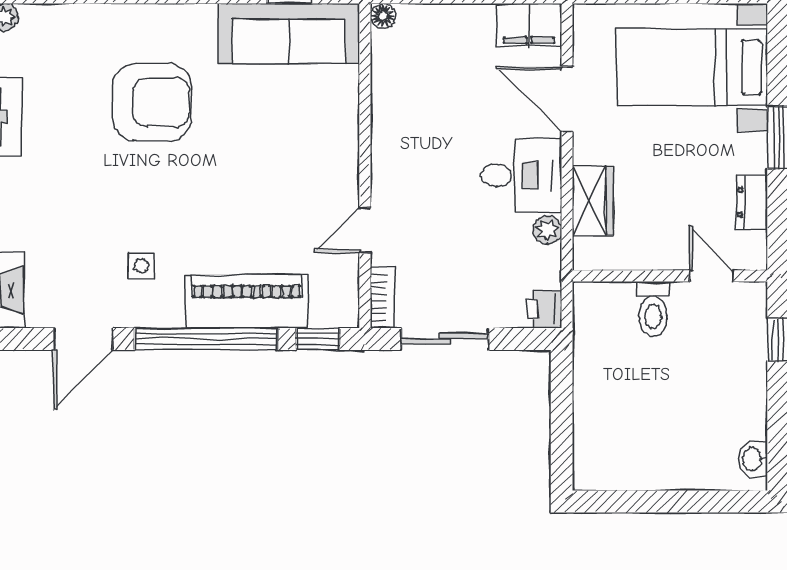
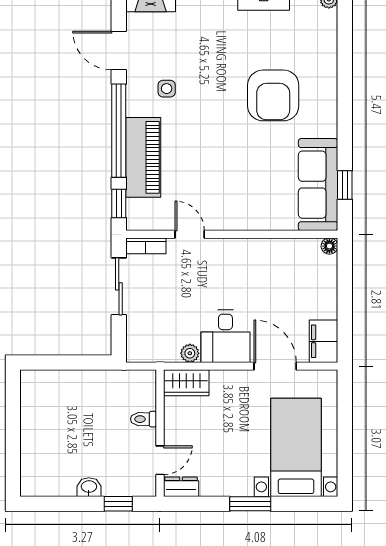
door: (567, 99) -> (275, 366), hinge flipped
wardrobe: (593, 201) -> (186, 383), moved
dresser: (752, 202) -> (181, 487), moved
printer: (544, 309) -> (138, 351), removed
toilet: (653, 309) -> (144, 419), width x0.73, depth x0.72
washbasin: (753, 459) -> (89, 487), moved

